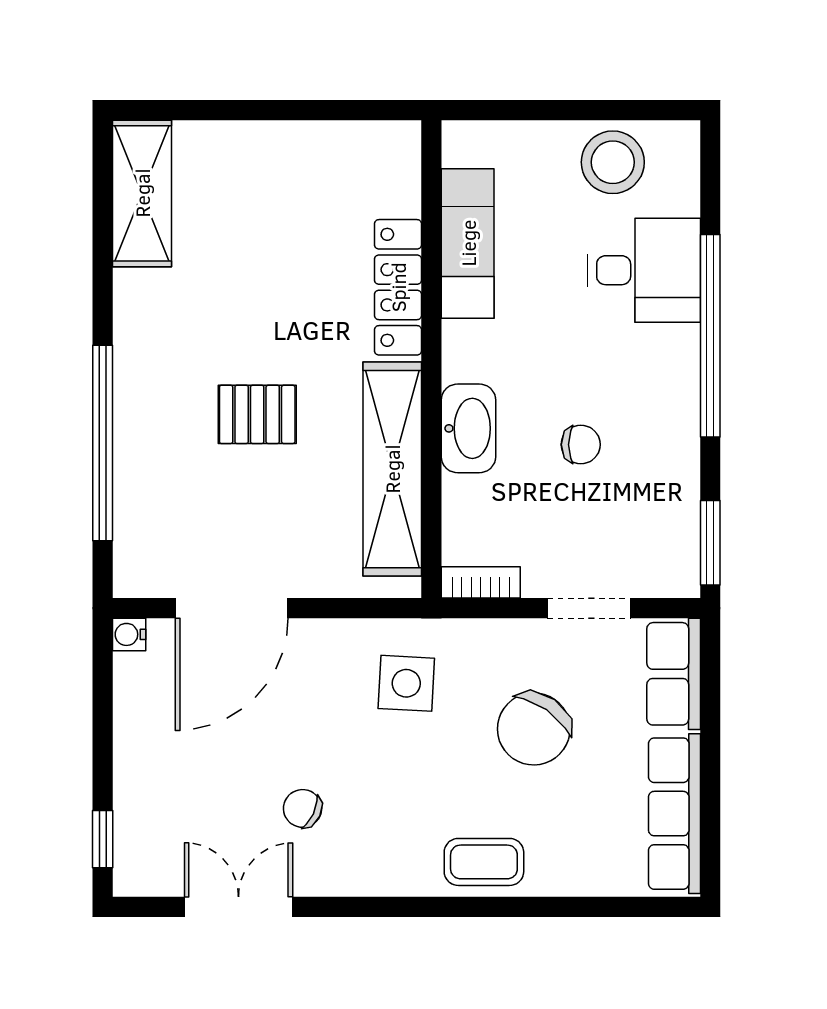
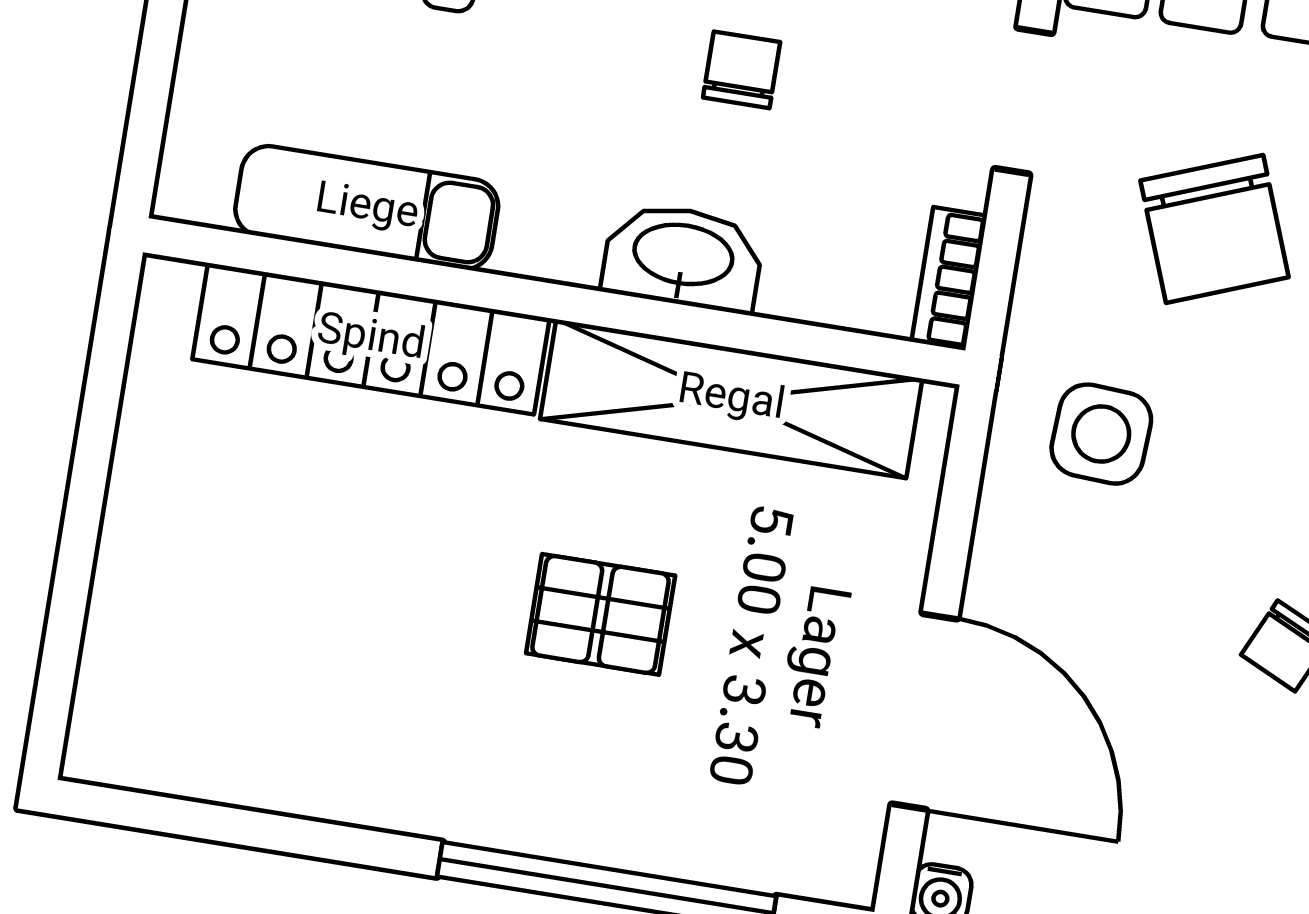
shelving: (142, 193) -> (191, 750), removed
locker: (398, 287) -> (371, 339), width x1.41, depth x1.21
pallet: (257, 414) -> (601, 614), turned 90
chair: (534, 729) -> (1215, 229), turned 34

